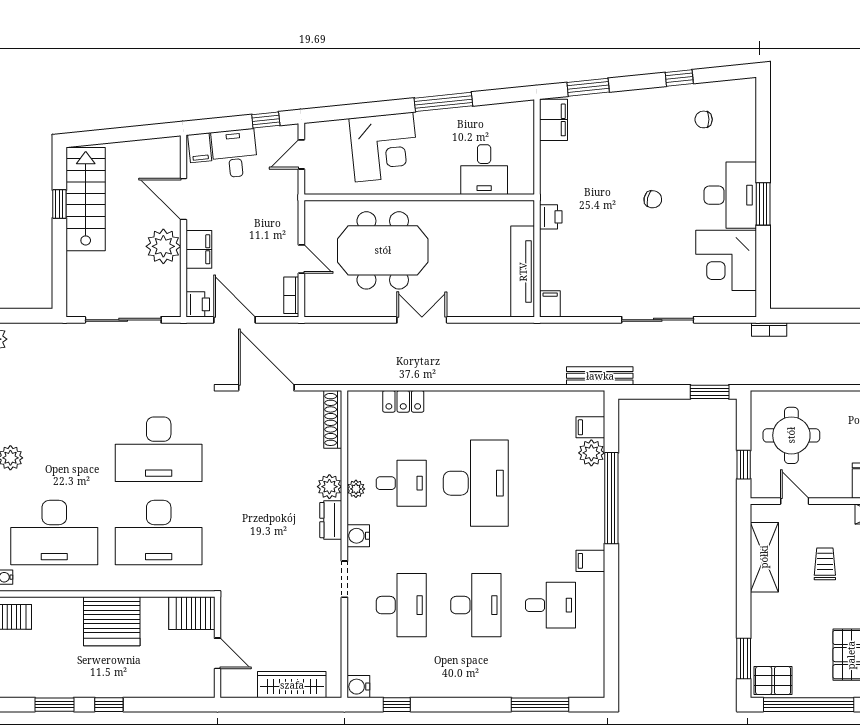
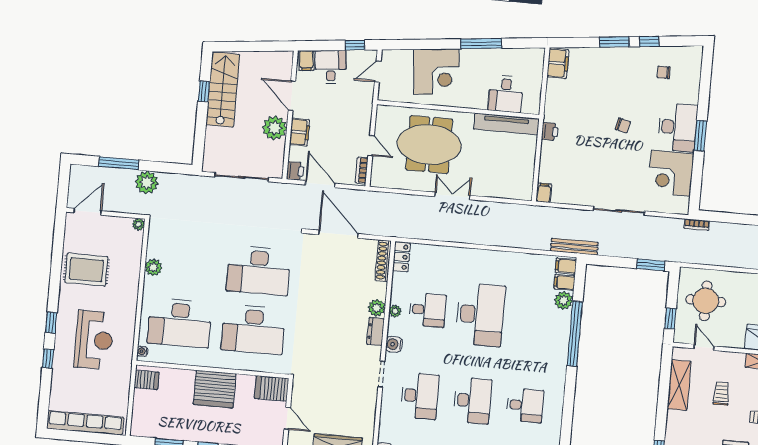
window: (588, 87) -> (614, 42), moved
tv unit: (523, 272) -> (506, 124), moved, turned -90
locker: (403, 401) -> (401, 257), moved, turned -90
filing cabinet: (590, 561) -> (566, 266), moved

